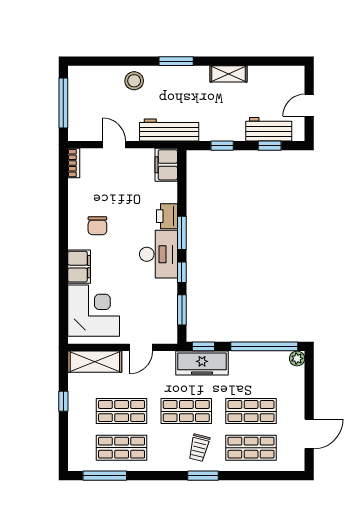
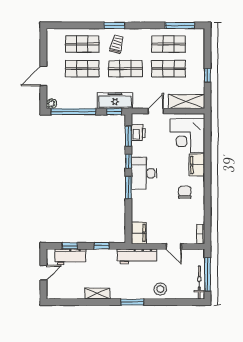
bicycle: (76, 90) -> (199, 283), added
printer: (167, 216) -> (138, 133), moved
door: (309, 434) -> (43, 76), moved

